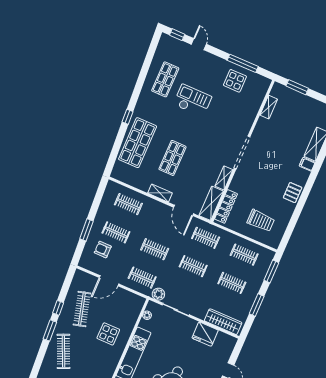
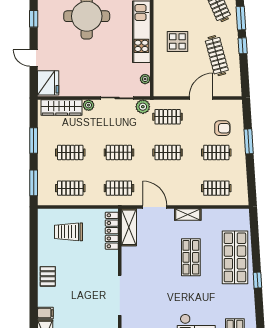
shelving: (224, 178) -> (127, 260), removed
plant: (201, 314) -> (89, 105), added
fridge: (205, 334) -> (48, 83), moved, turned 90

